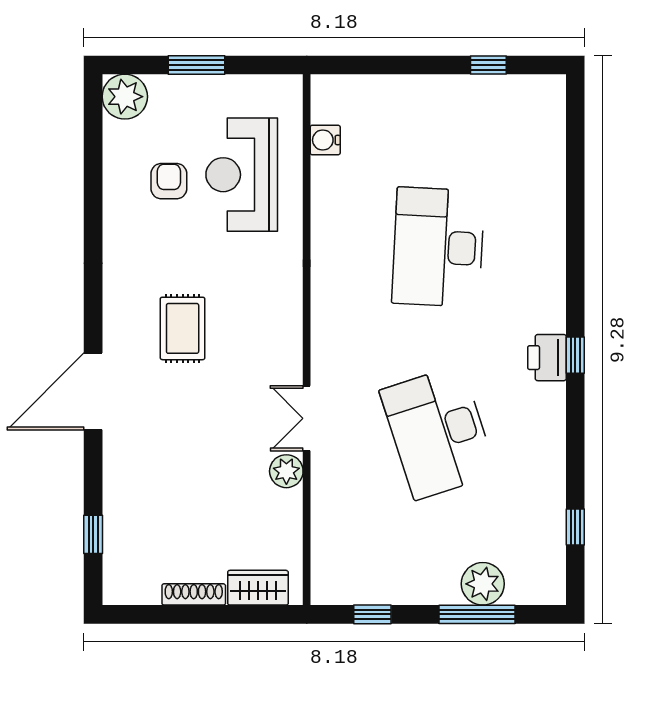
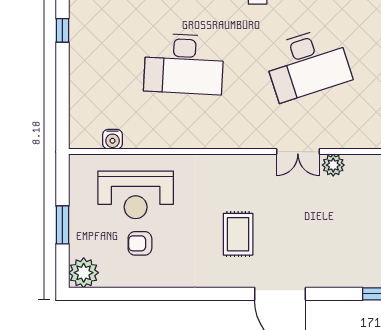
rug: (183, 328) -> (238, 234), turned 90

